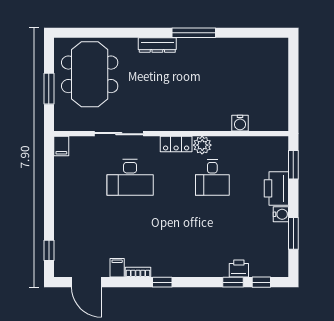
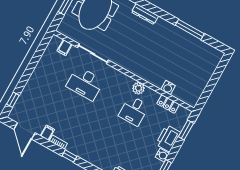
window: (194, 33) -> (190, 29), moved
locker: (176, 144) -> (168, 104), moved
filing cabinet: (61, 146) -> (65, 48), moved

